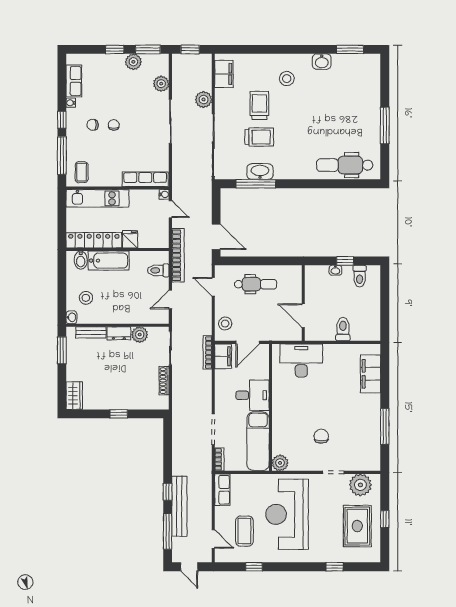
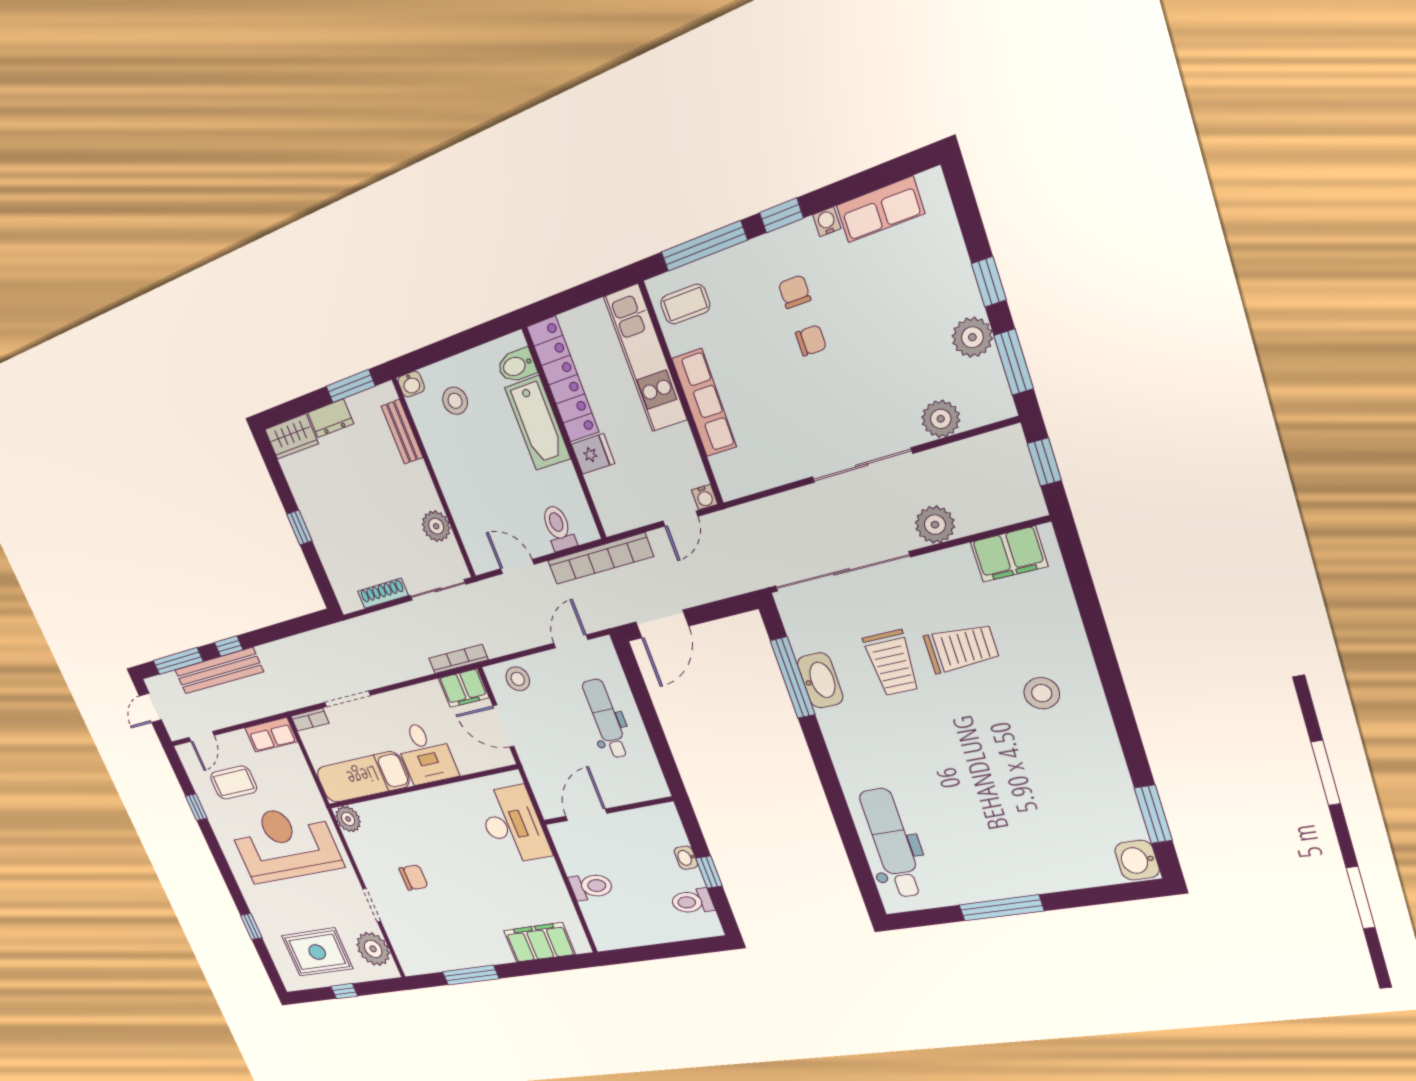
washbasin: (322, 62) -> (1137, 860), moved
row of seats: (145, 179) -> (704, 403), moved
dental chair: (256, 284) -> (606, 719), turned 180
dresser: (119, 333) -> (331, 418), moved, turned -90

